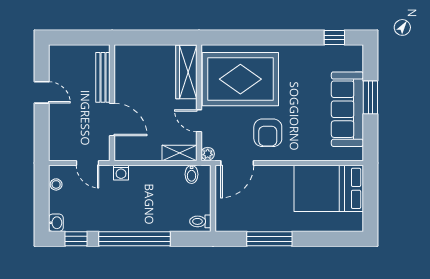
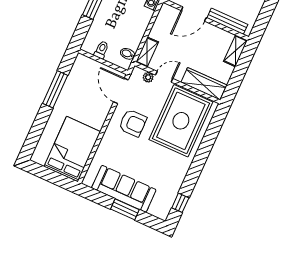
shelving: (133, 53) -> (235, 51), added
armchair: (268, 133) -> (133, 123), turned 180
plant: (208, 154) -> (148, 77), moved
toilet: (200, 221) -> (101, 50), moved

